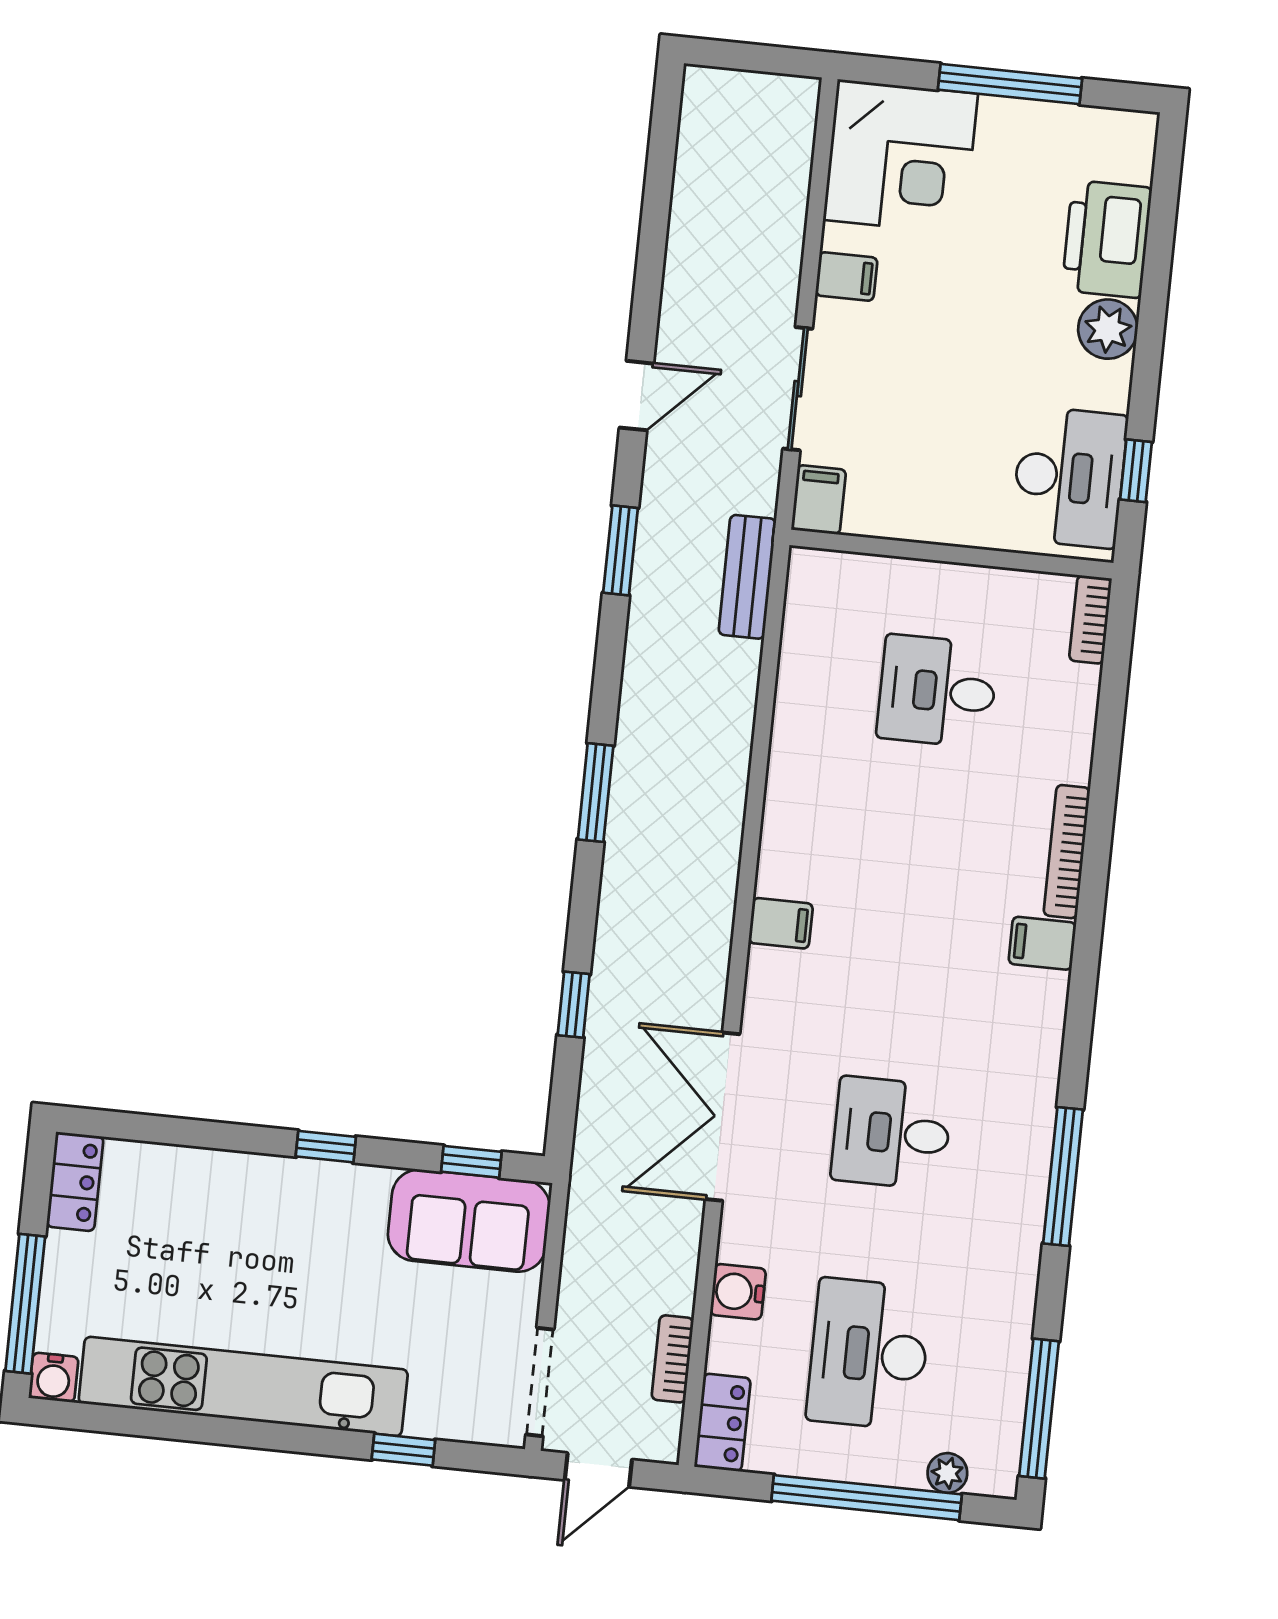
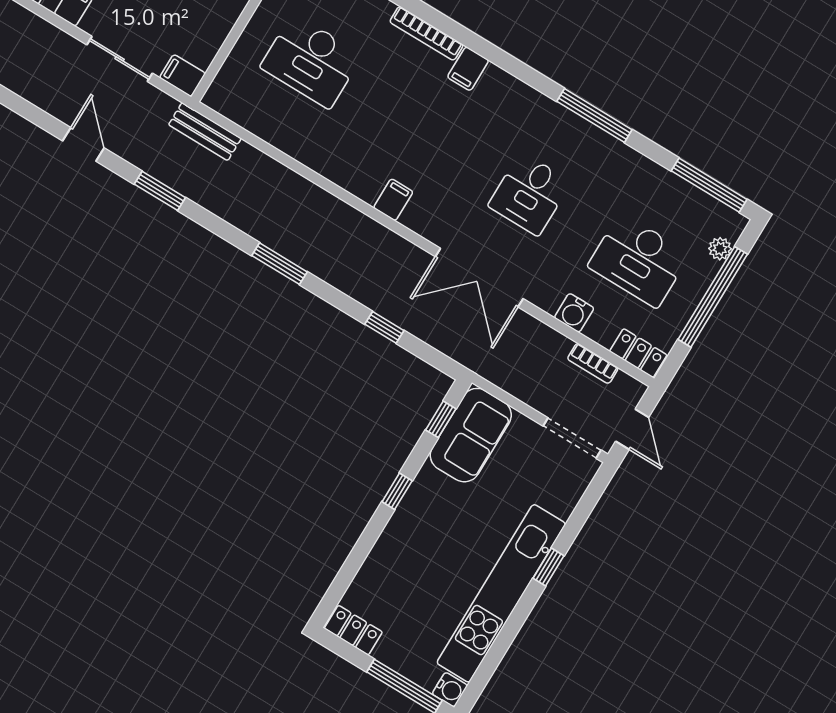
desk: (937, 691) -> (311, 61), width x1.37
window: (403, 1450) -> (548, 567), moved

